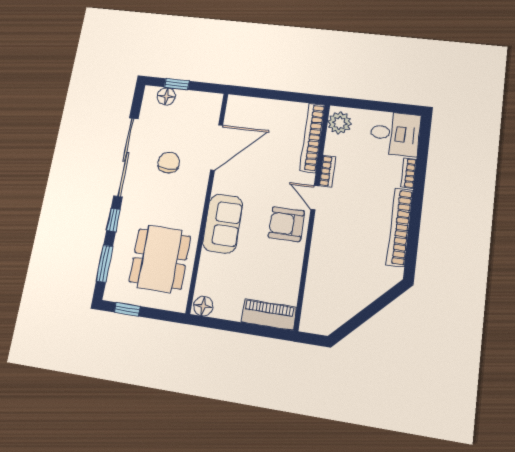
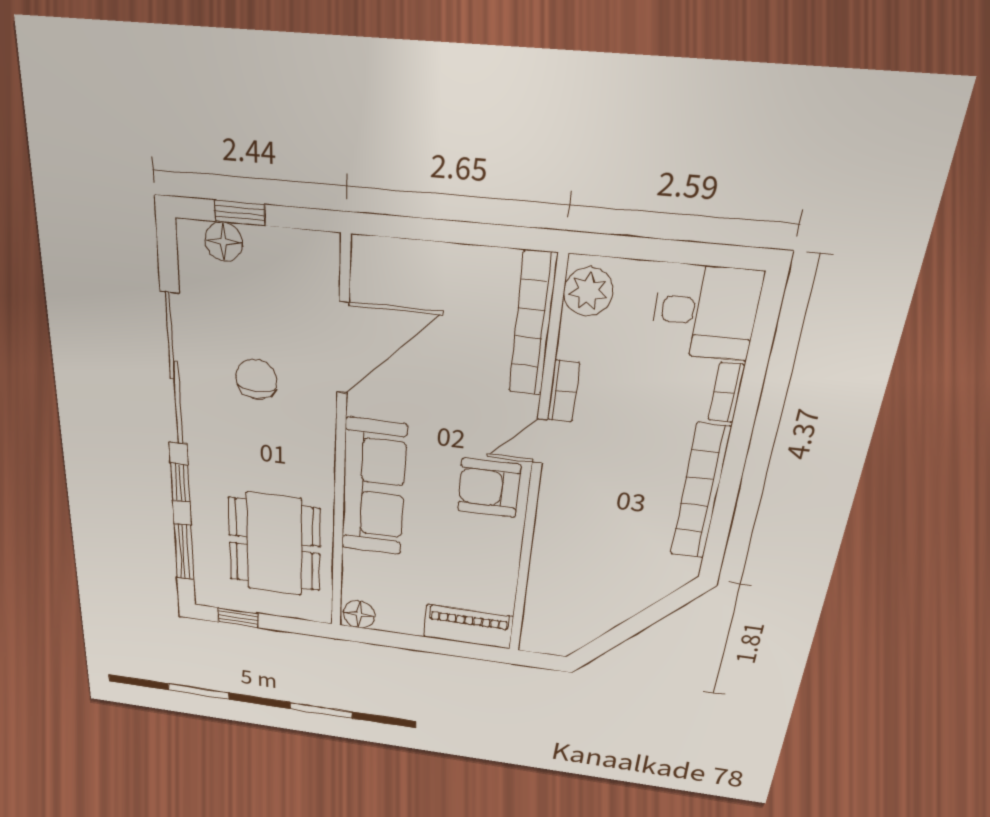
door: (315, 198) -> (540, 441), hinge flipped
sofa: (223, 223) -> (374, 487), width x1.36

